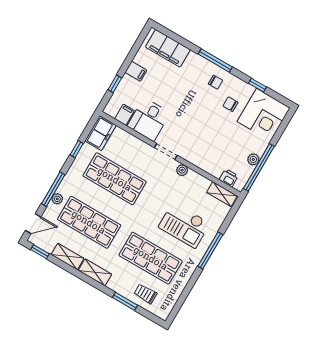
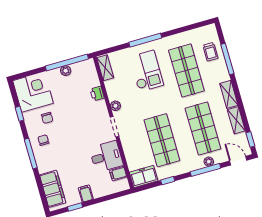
window: (115, 84) -> (75, 207), moved
printer: (229, 178) -> (97, 94), moved
window: (125, 301) -> (227, 59), width x1.44

